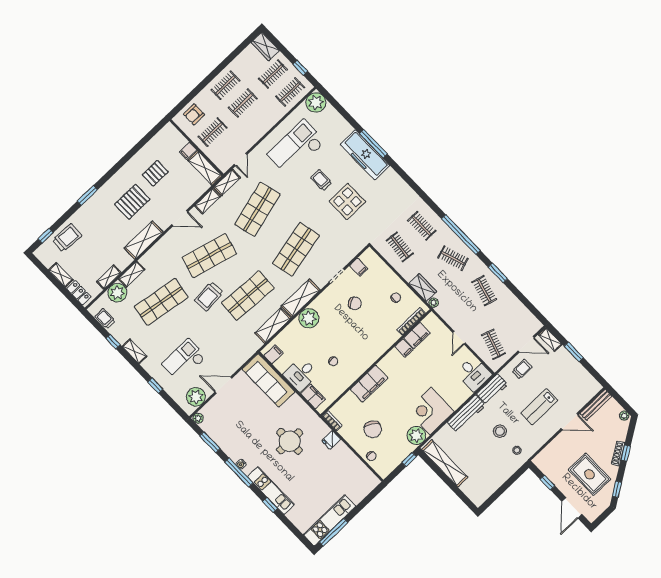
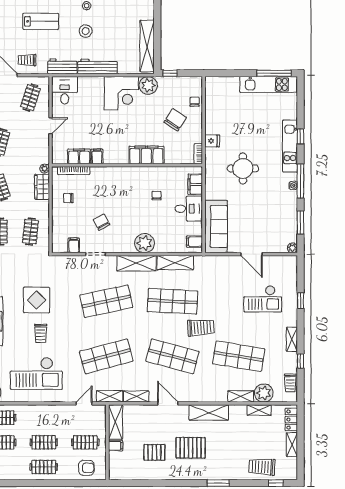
plant: (196, 397) -> (279, 265), removed

